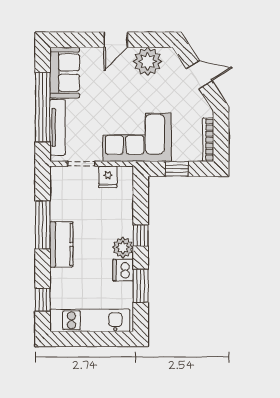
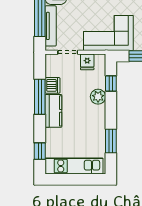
window: (141, 236) -> (111, 83), moved
plant: (123, 247) -> (98, 97), moved
dishwasher: (123, 270) -> (52, 85), moved, turned 180

